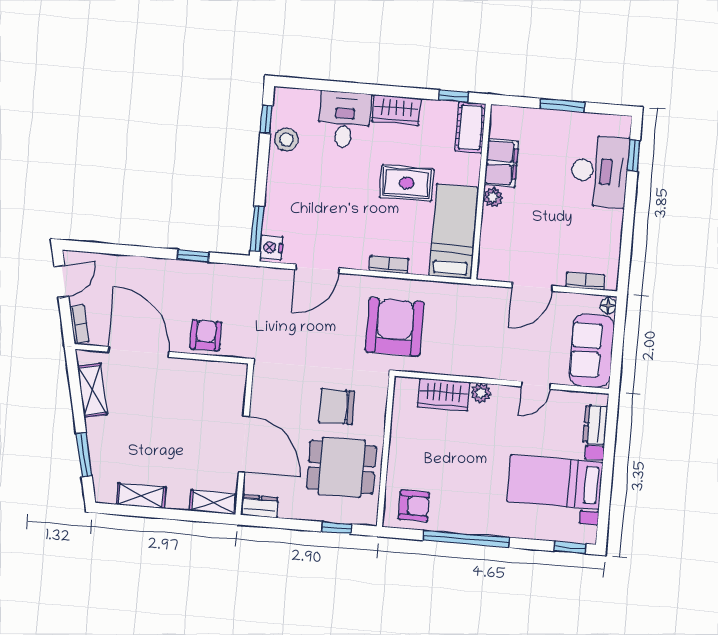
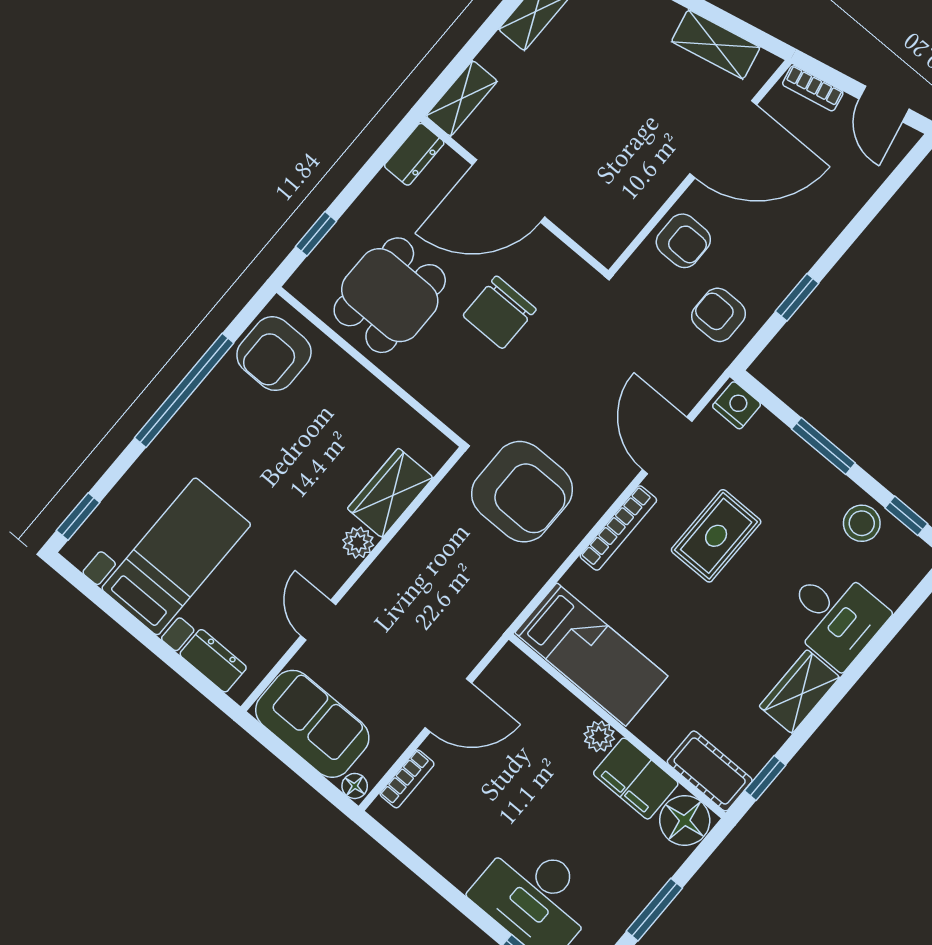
floor lamp: (505, 122) -> (685, 821), added
rug: (407, 183) -> (716, 536), moved
window: (257, 229) -> (823, 446), moved
bookcase: (389, 265) -> (618, 528), width x1.56
door: (532, 287) -> (448, 705), swing flipped
armchair: (231, 290) -> (719, 315), added
chair: (337, 407) -> (500, 312), moved, turned 180
armchair: (414, 506) -> (274, 354), width x1.38, depth x1.38

